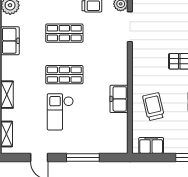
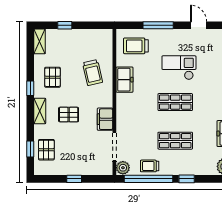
checkout: (60, 112) -> (179, 68), turned -90
trolley: (107, 135) -> (136, 46), added
filing cabinet: (151, 145) -> (105, 119), moved, turned 90

